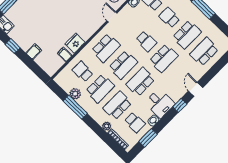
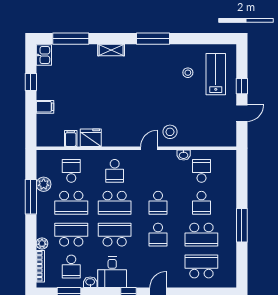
school desk: (169, 18) -> (201, 203), turned 180
school desk: (106, 48) -> (115, 171), width x0.54
school desk: (164, 58) -> (158, 235), width x0.54

